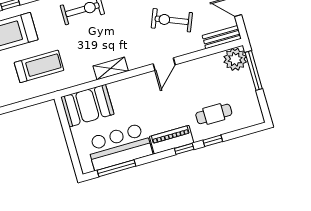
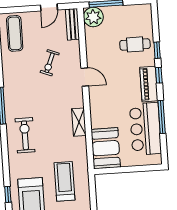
exercise bike: (172, 20) -> (50, 63), width x0.73, depth x0.72
cafe table: (214, 114) -> (135, 44), turned 90
window: (117, 168) -> (162, 117), moved

